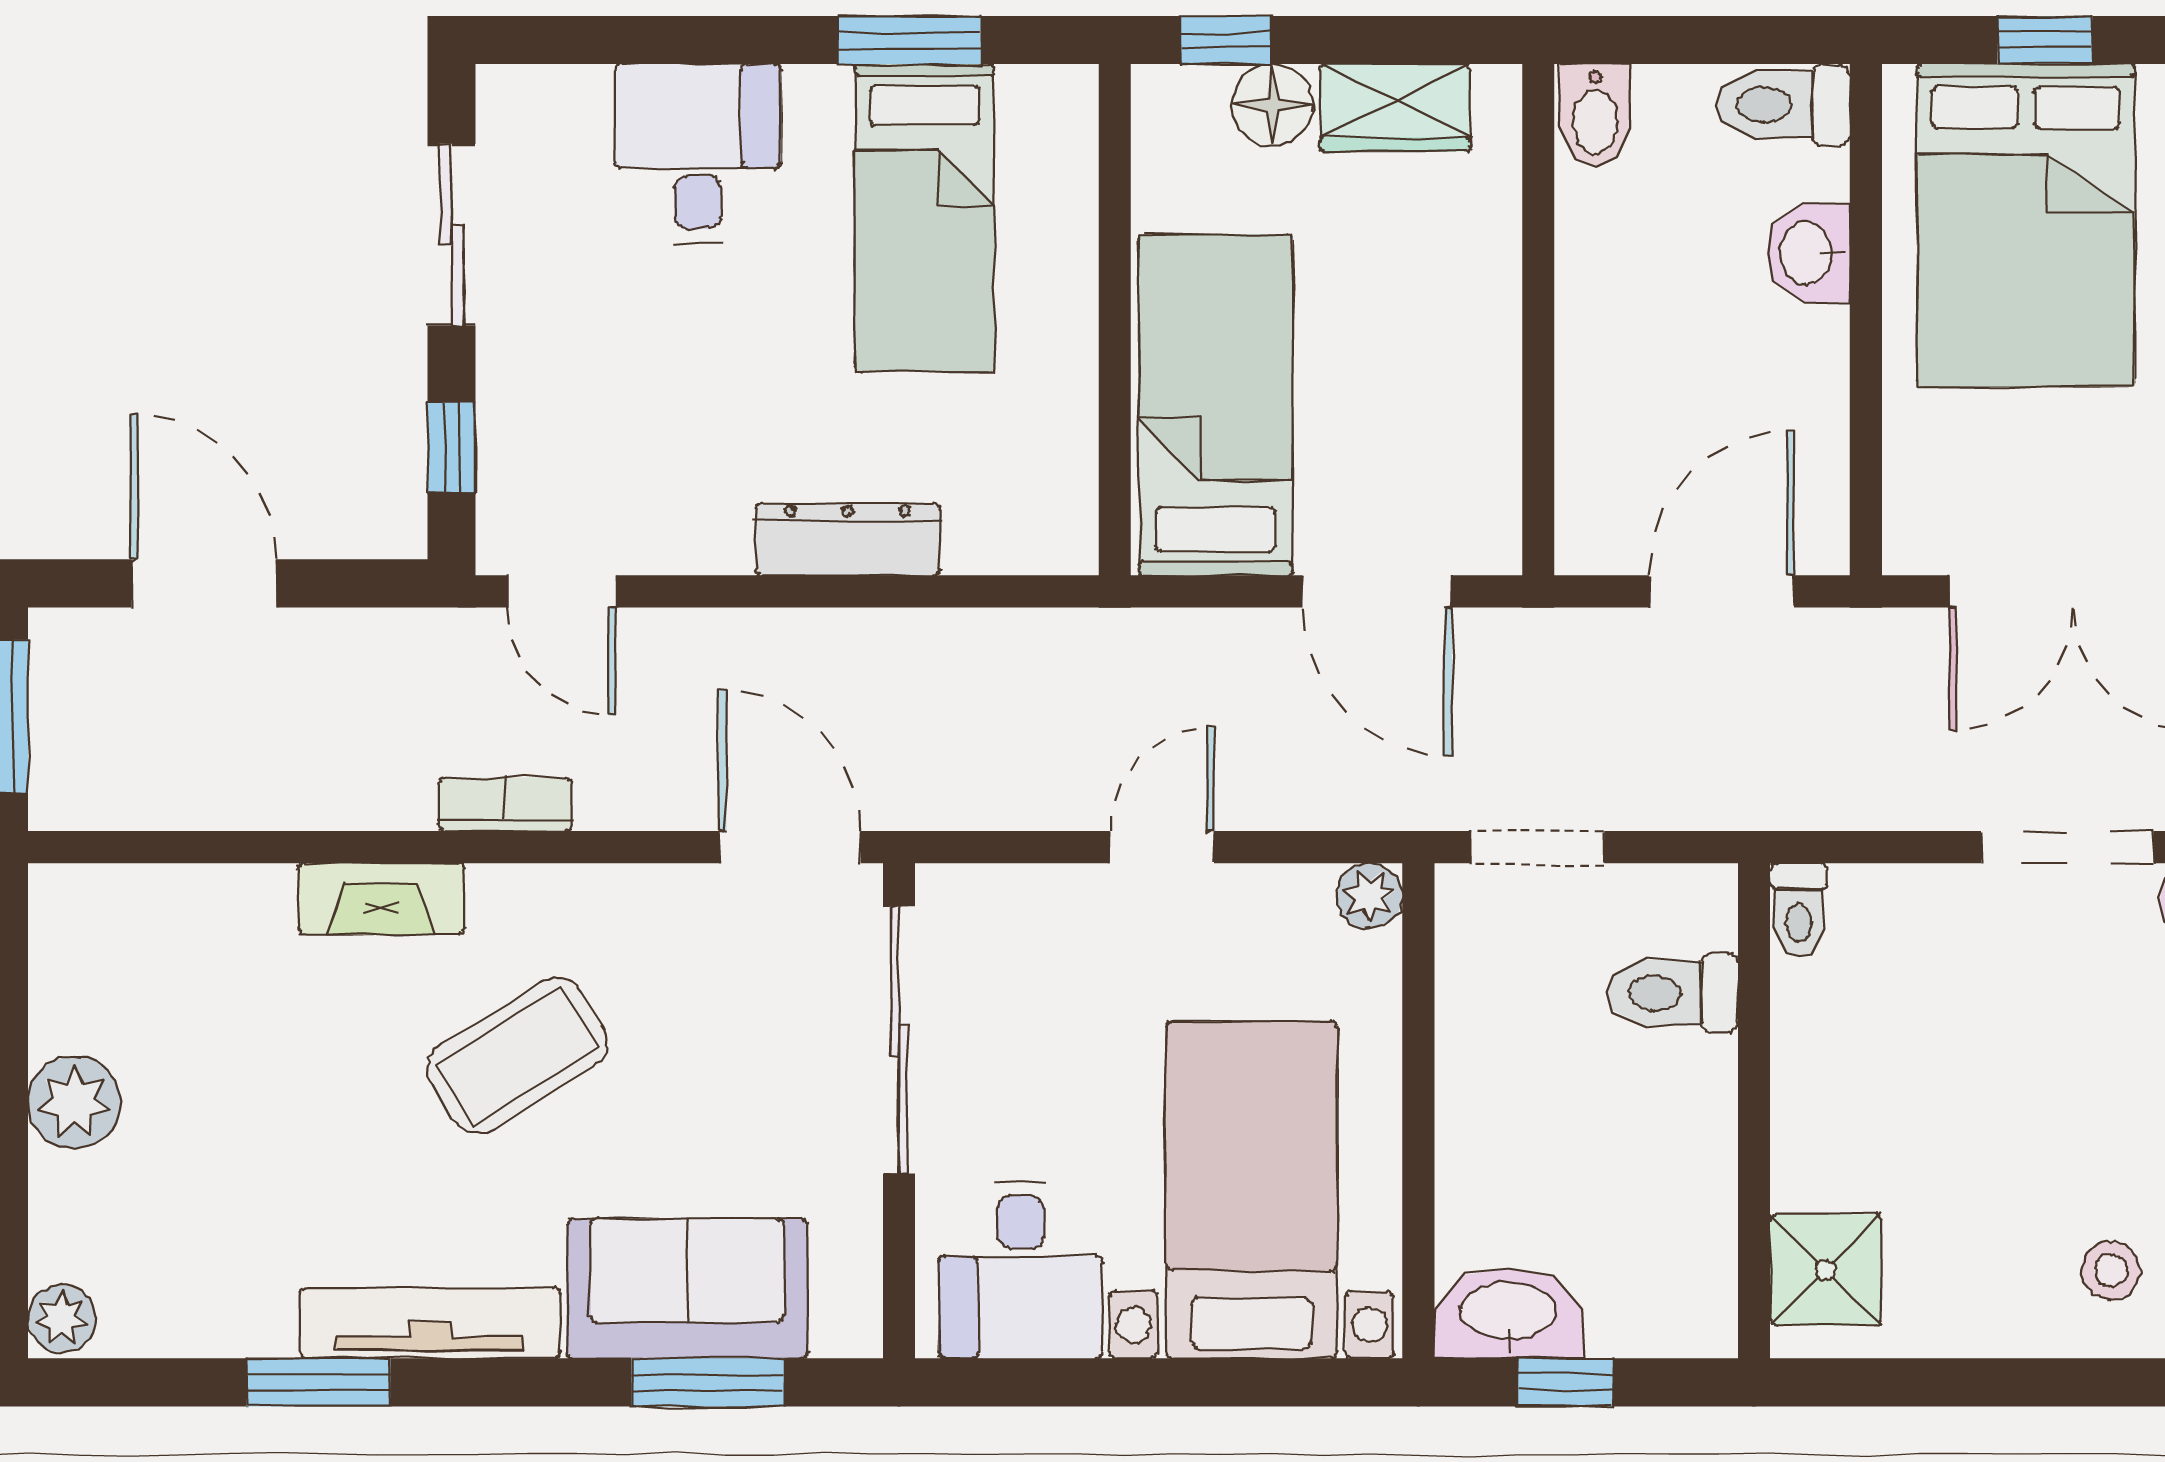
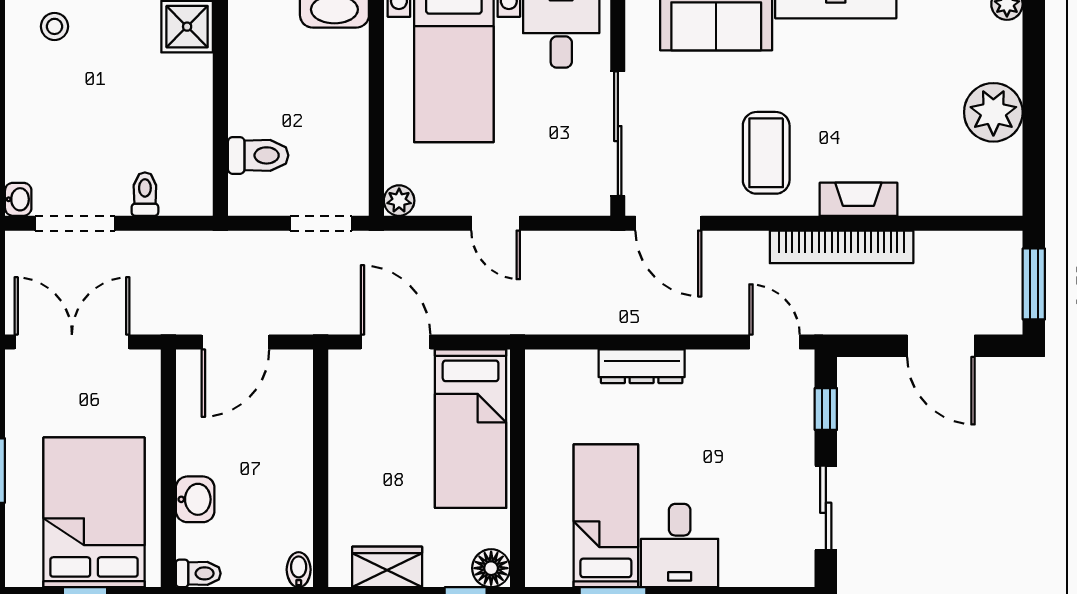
floor lamp: (1273, 105) -> (491, 568), moved
toilet: (1783, 105) -> (198, 573), width x0.73, depth x0.72
bidet: (1595, 115) -> (299, 570), width x0.72, depth x0.74
desk: (698, 154) -> (680, 546), moved
bookcase: (505, 804) -> (842, 247), width x2.31, depth x1.31
door: (1162, 847) -> (496, 223), hinge flipped
toilet: (1799, 910) -> (145, 194), moved
coffee table: (517, 1056) -> (766, 153), moved, turned -58
plant: (74, 1102) -> (993, 112), width x1.36, depth x1.36

